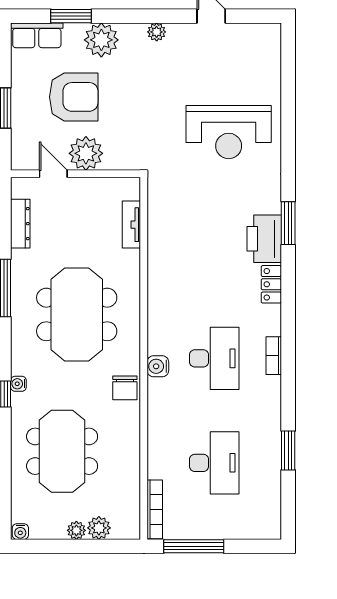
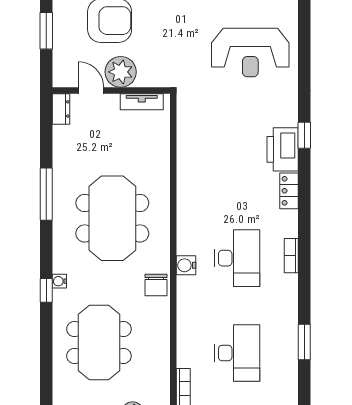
window: (288, 223) -> (304, 135), width x0.67
dresser: (20, 224) -> (61, 109), moved, width x0.70
tv unit: (131, 225) -> (142, 102), moved, turned -90

